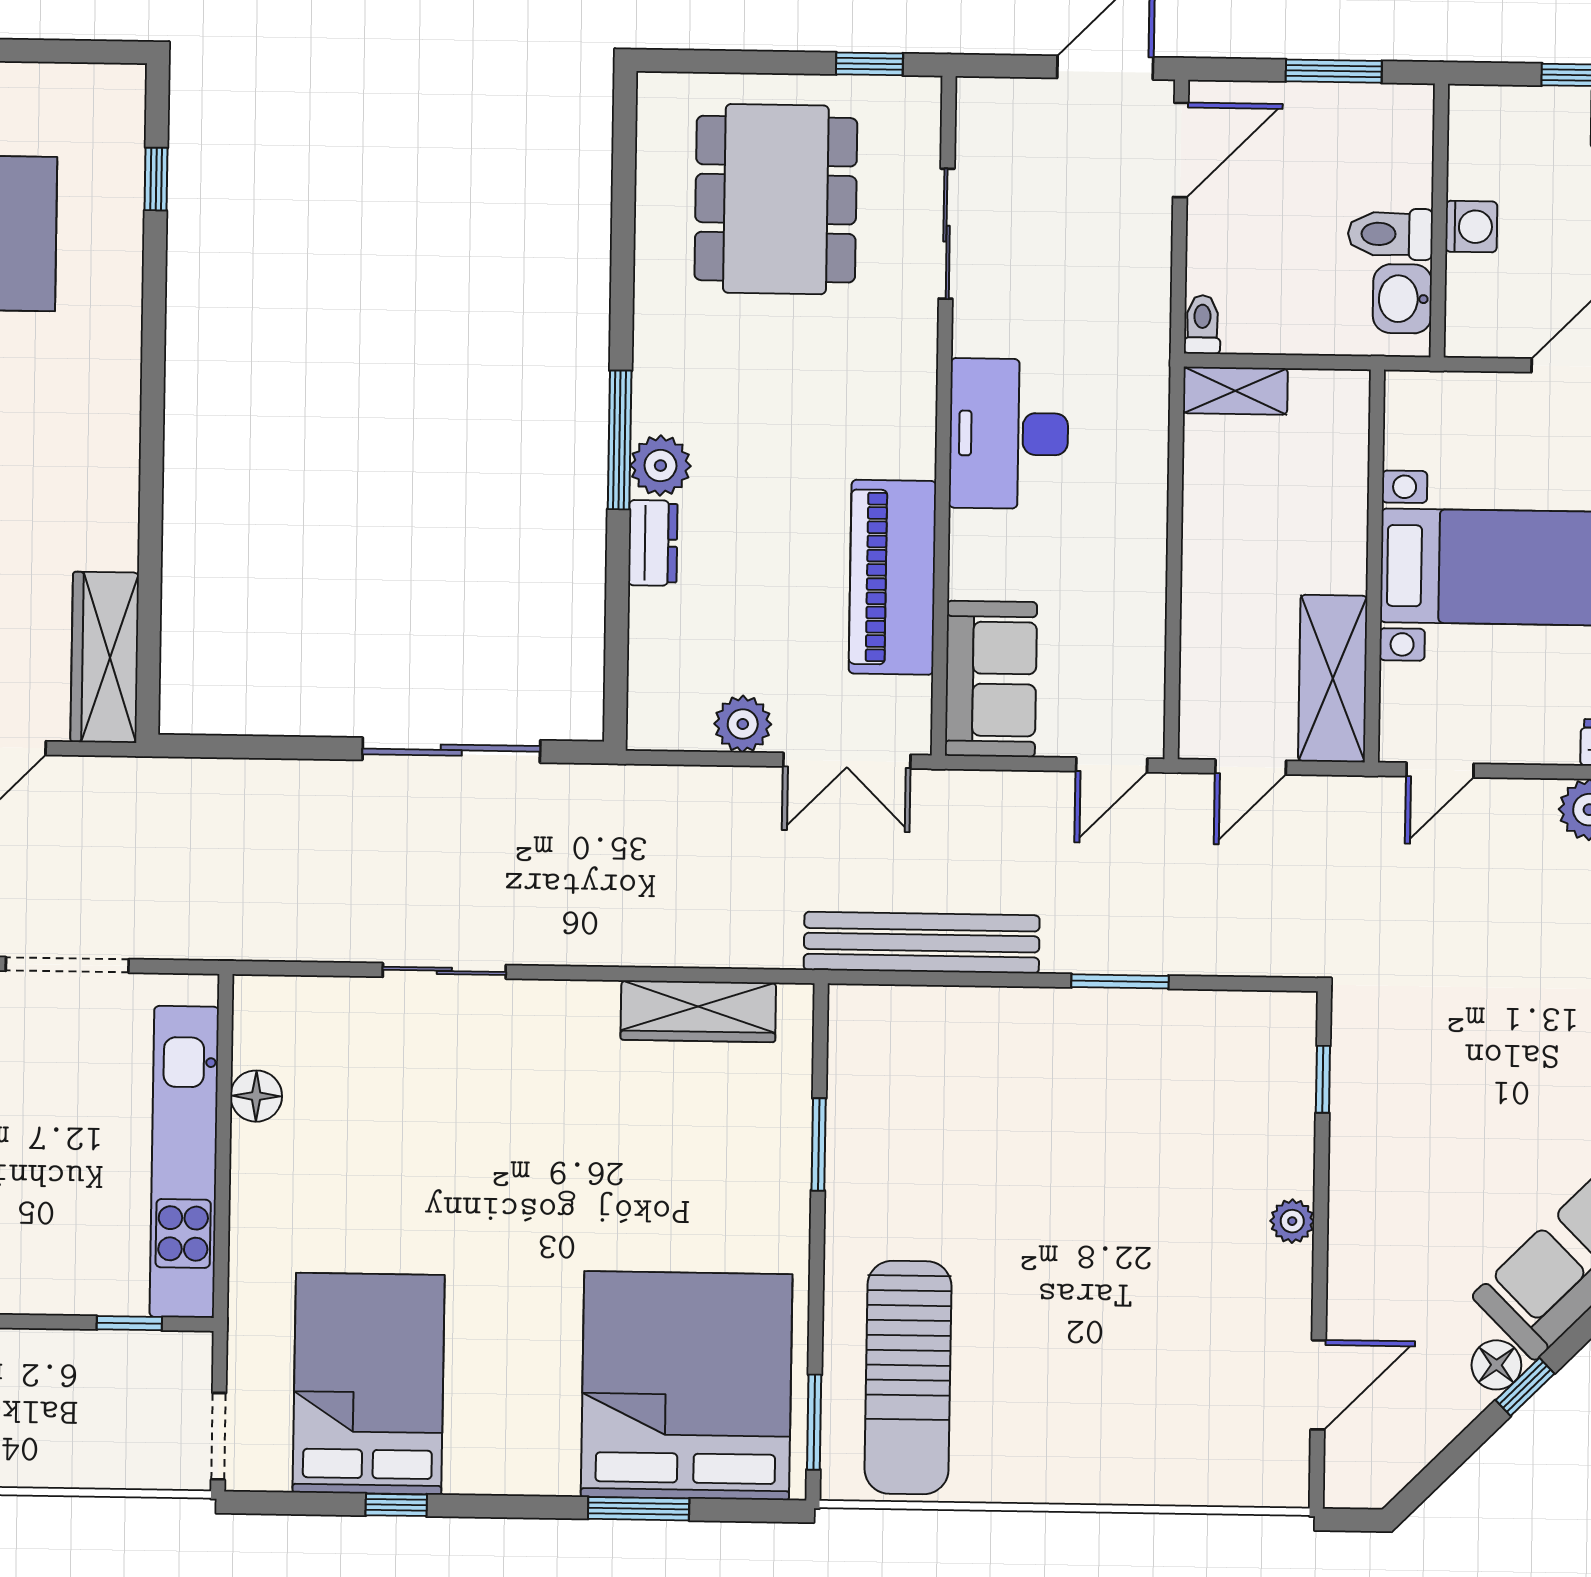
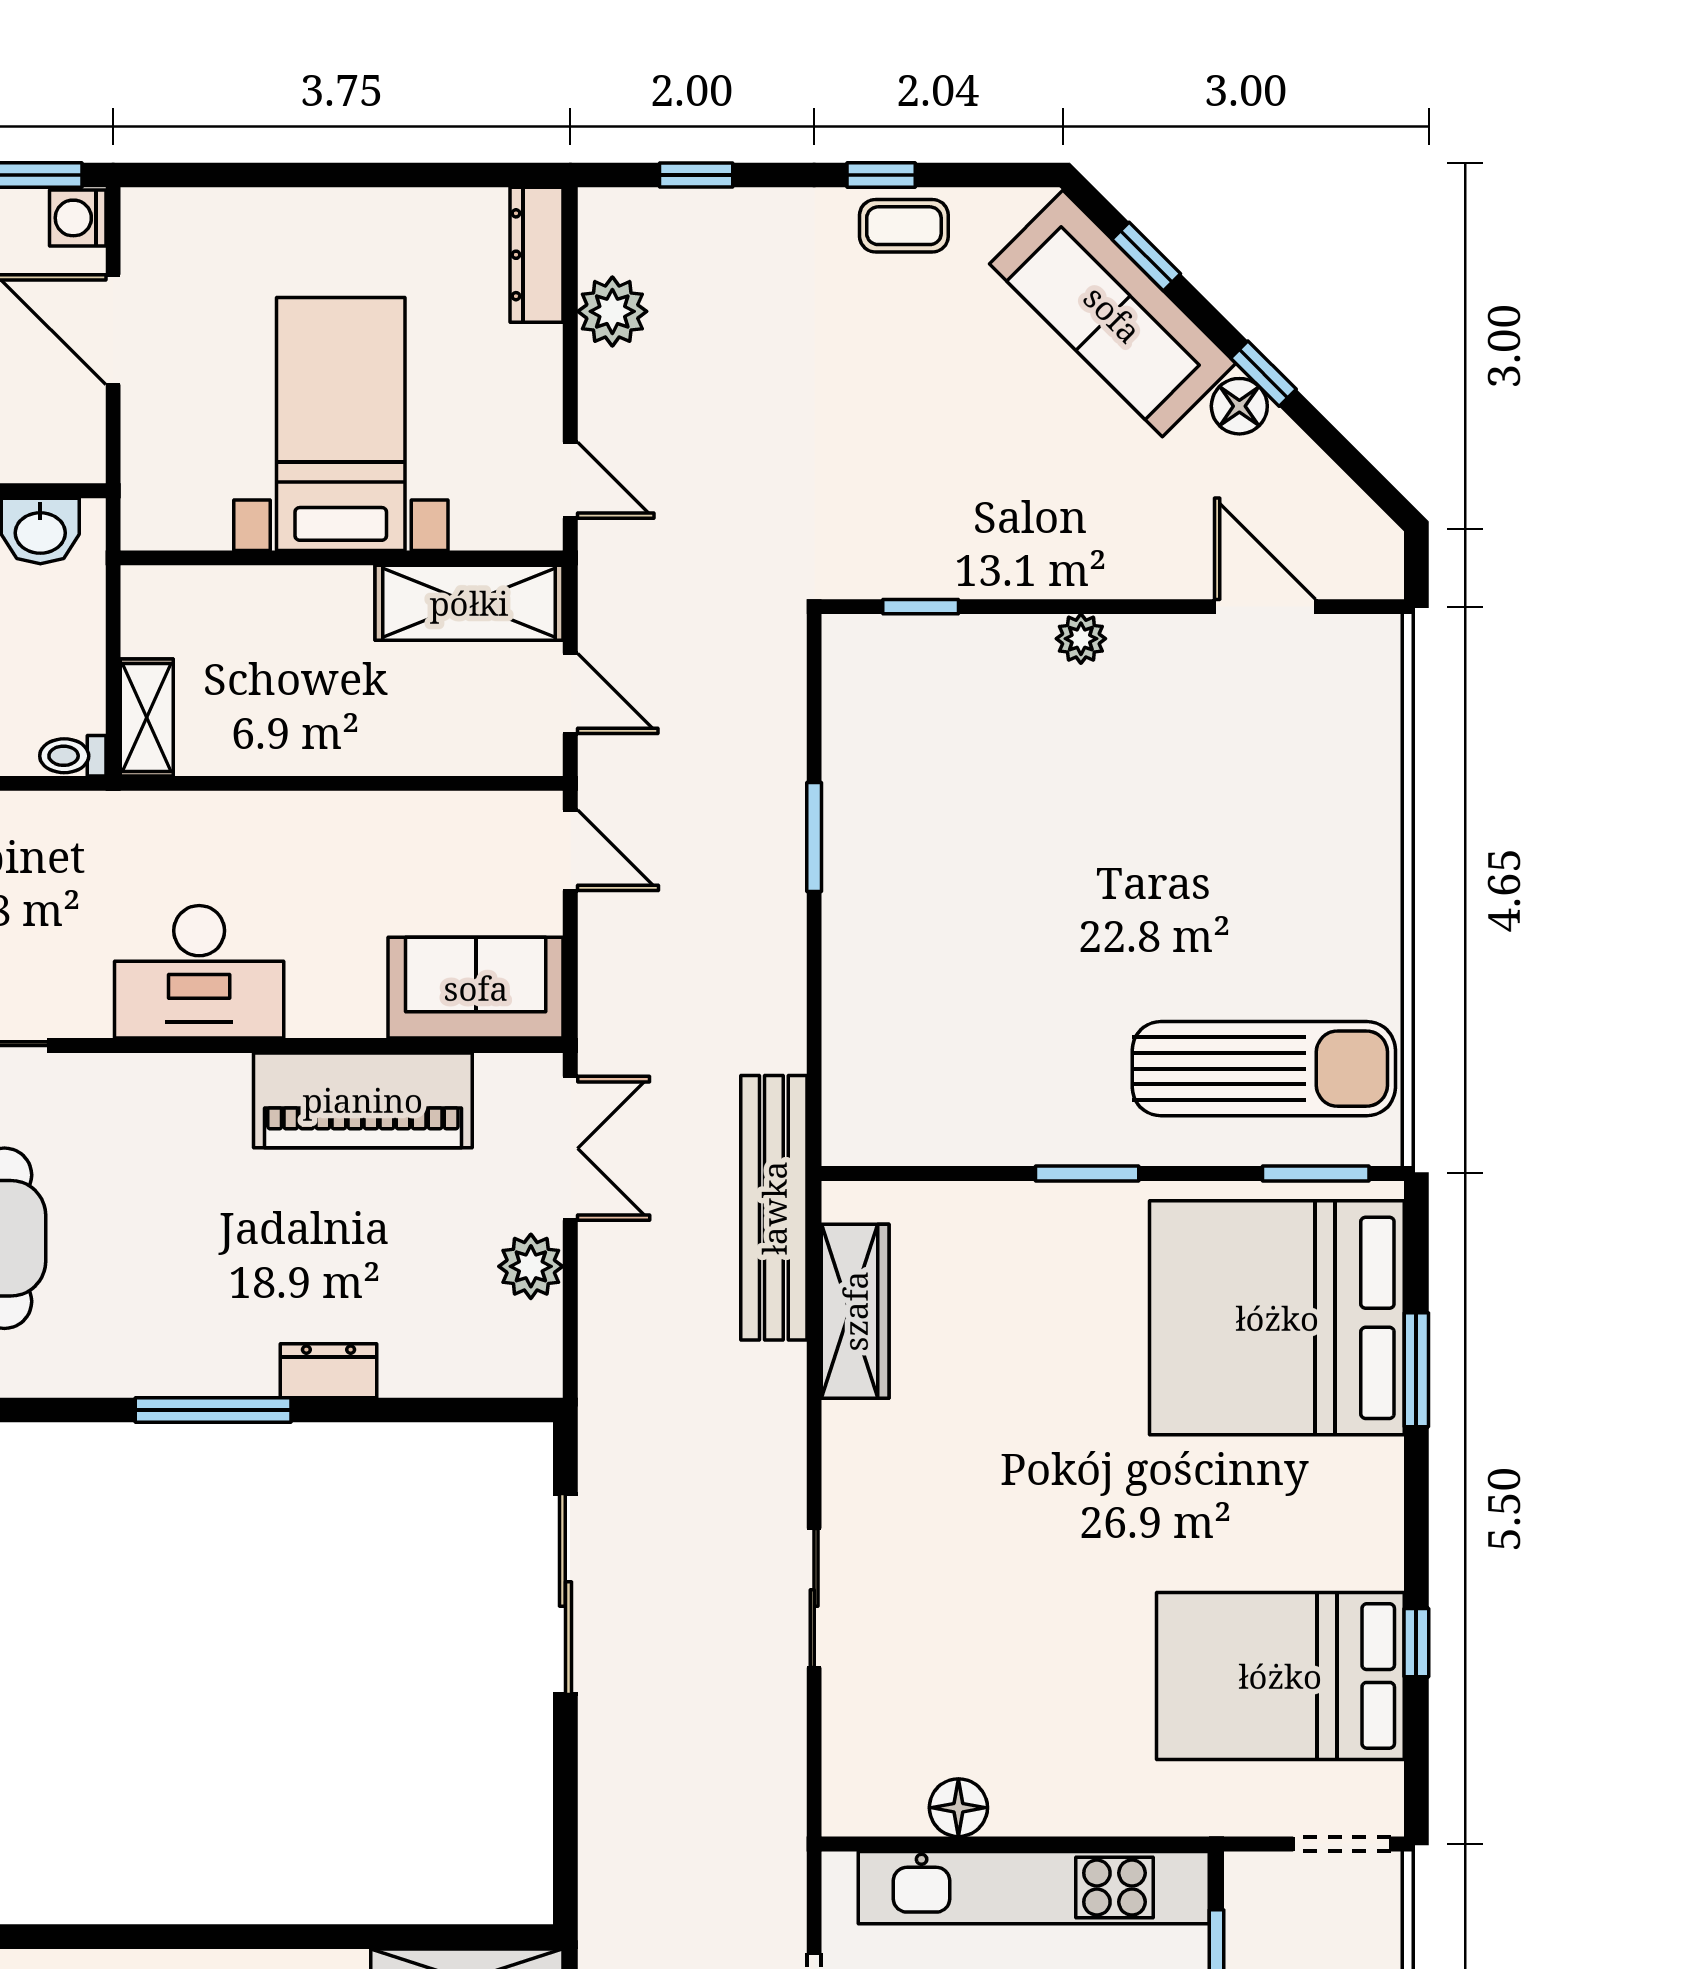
plant: (660, 466) -> (241, 1364), removed
bench: (922, 943) -> (774, 1208), moved
window: (819, 1144) -> (1087, 1173), moved

